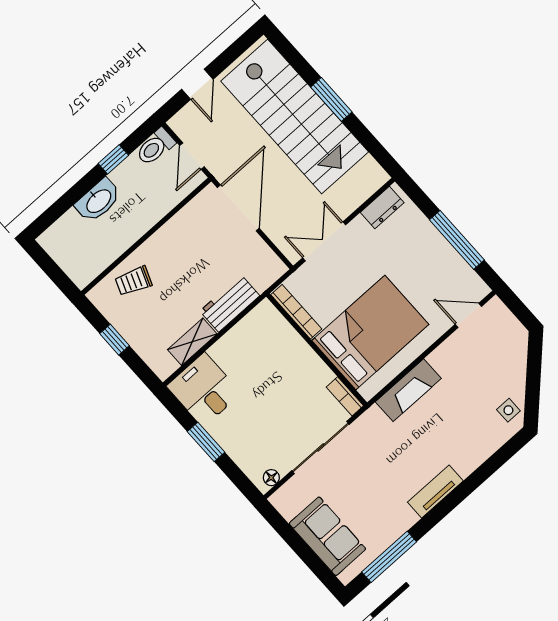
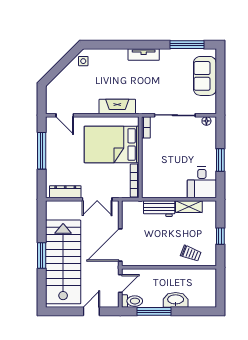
window: (113, 159) -> (154, 311), width x2.17
dresser: (382, 208) -> (65, 192), width x1.44

